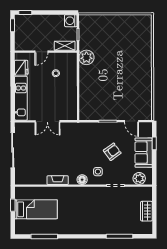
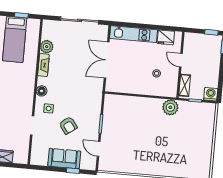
double door: (47, 121) -> (107, 60), width x1.37
door: (132, 121) -> (99, 149), hinge flipped
plant: (139, 178) -> (47, 47), moved

